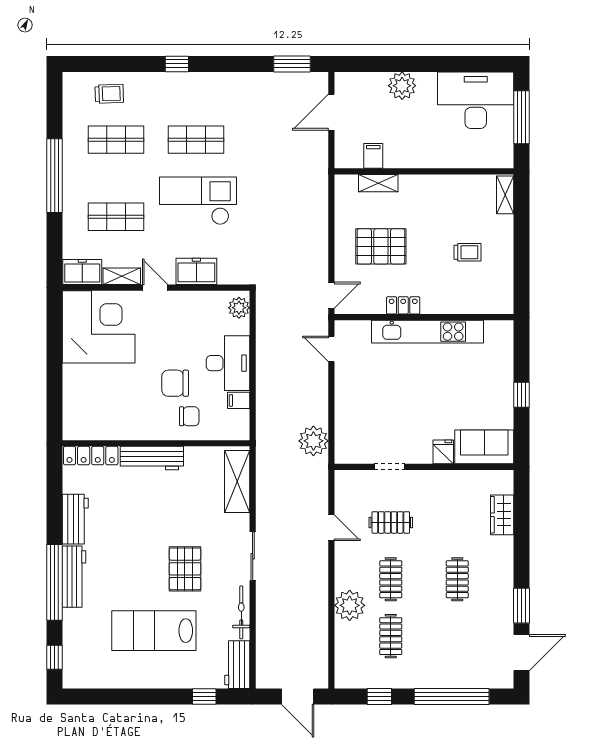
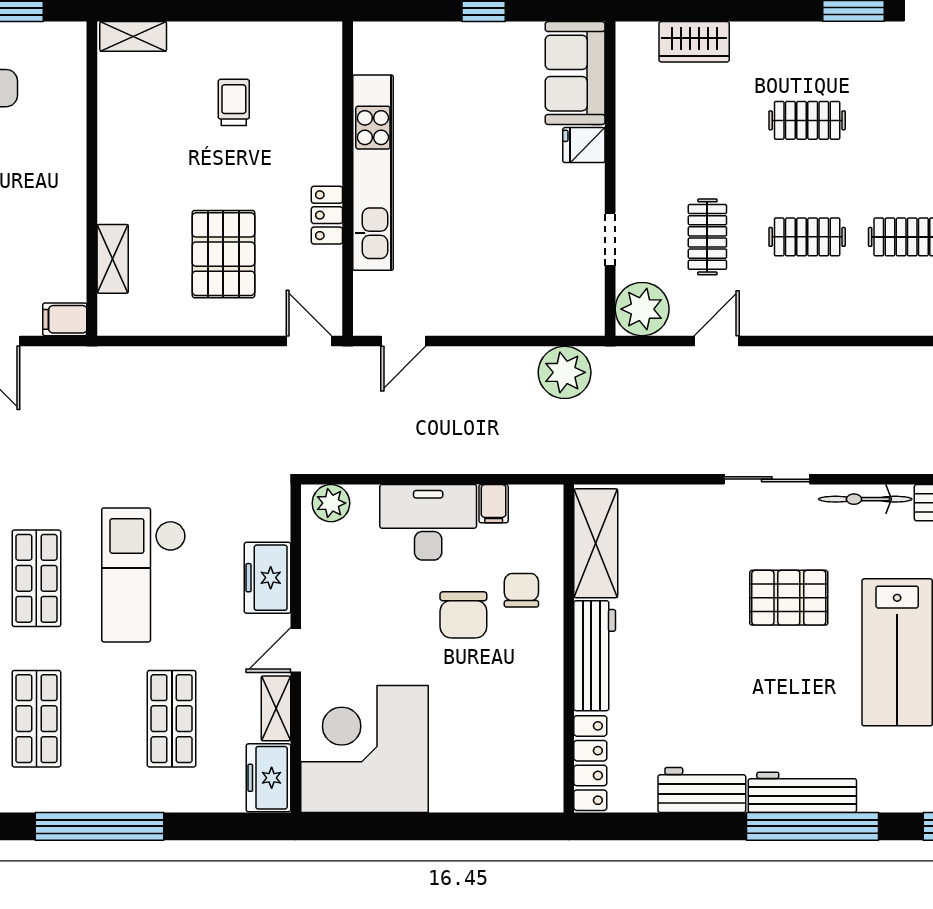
filing cabinet: (373, 156) -> (65, 319), moved
shelving: (237, 482) -> (596, 543), moved, turned 90
plant: (350, 605) -> (642, 309), moved

